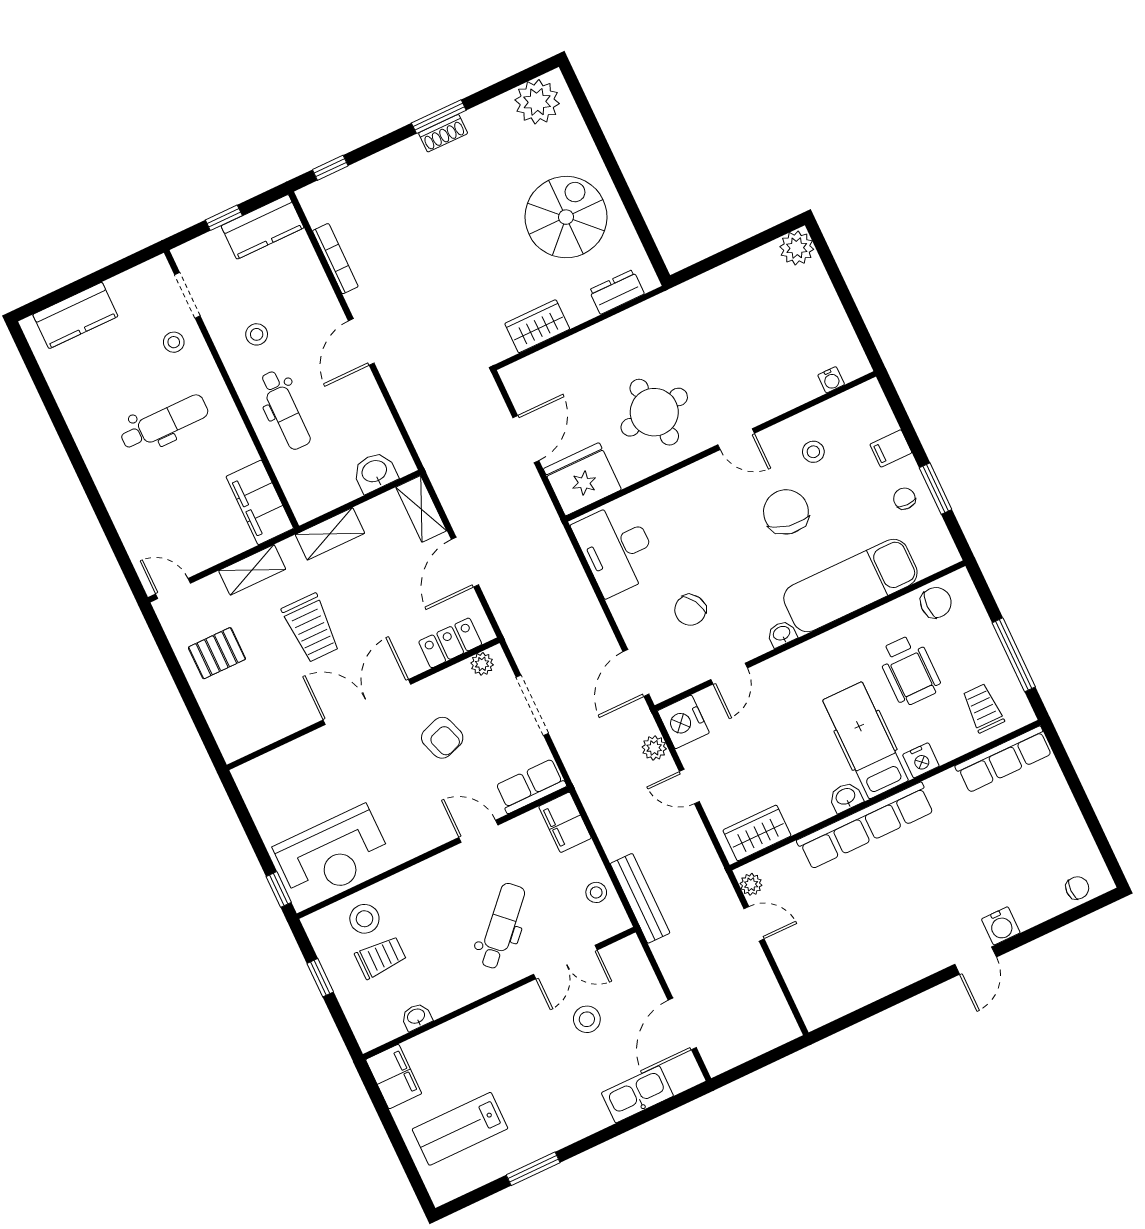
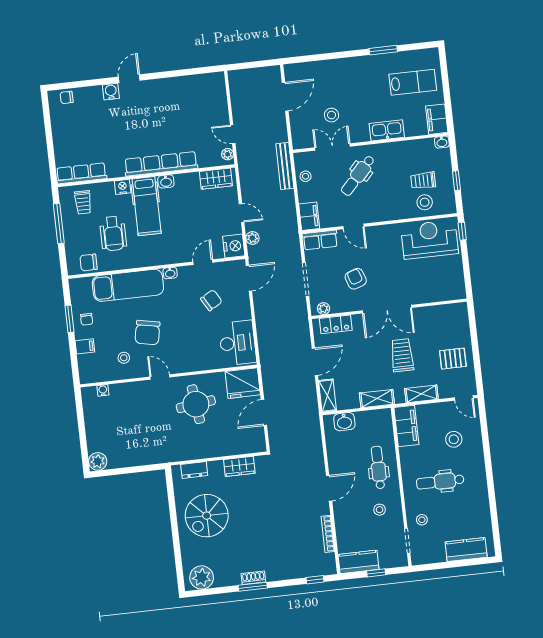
stool: (166, 508) -> (454, 439), added
wheelchair: (909, 670) -> (113, 234), turned 180
washbasin: (416, 1017) -> (442, 142), moved
kitchen sink: (637, 1094) -> (387, 130), moved, turned 180

